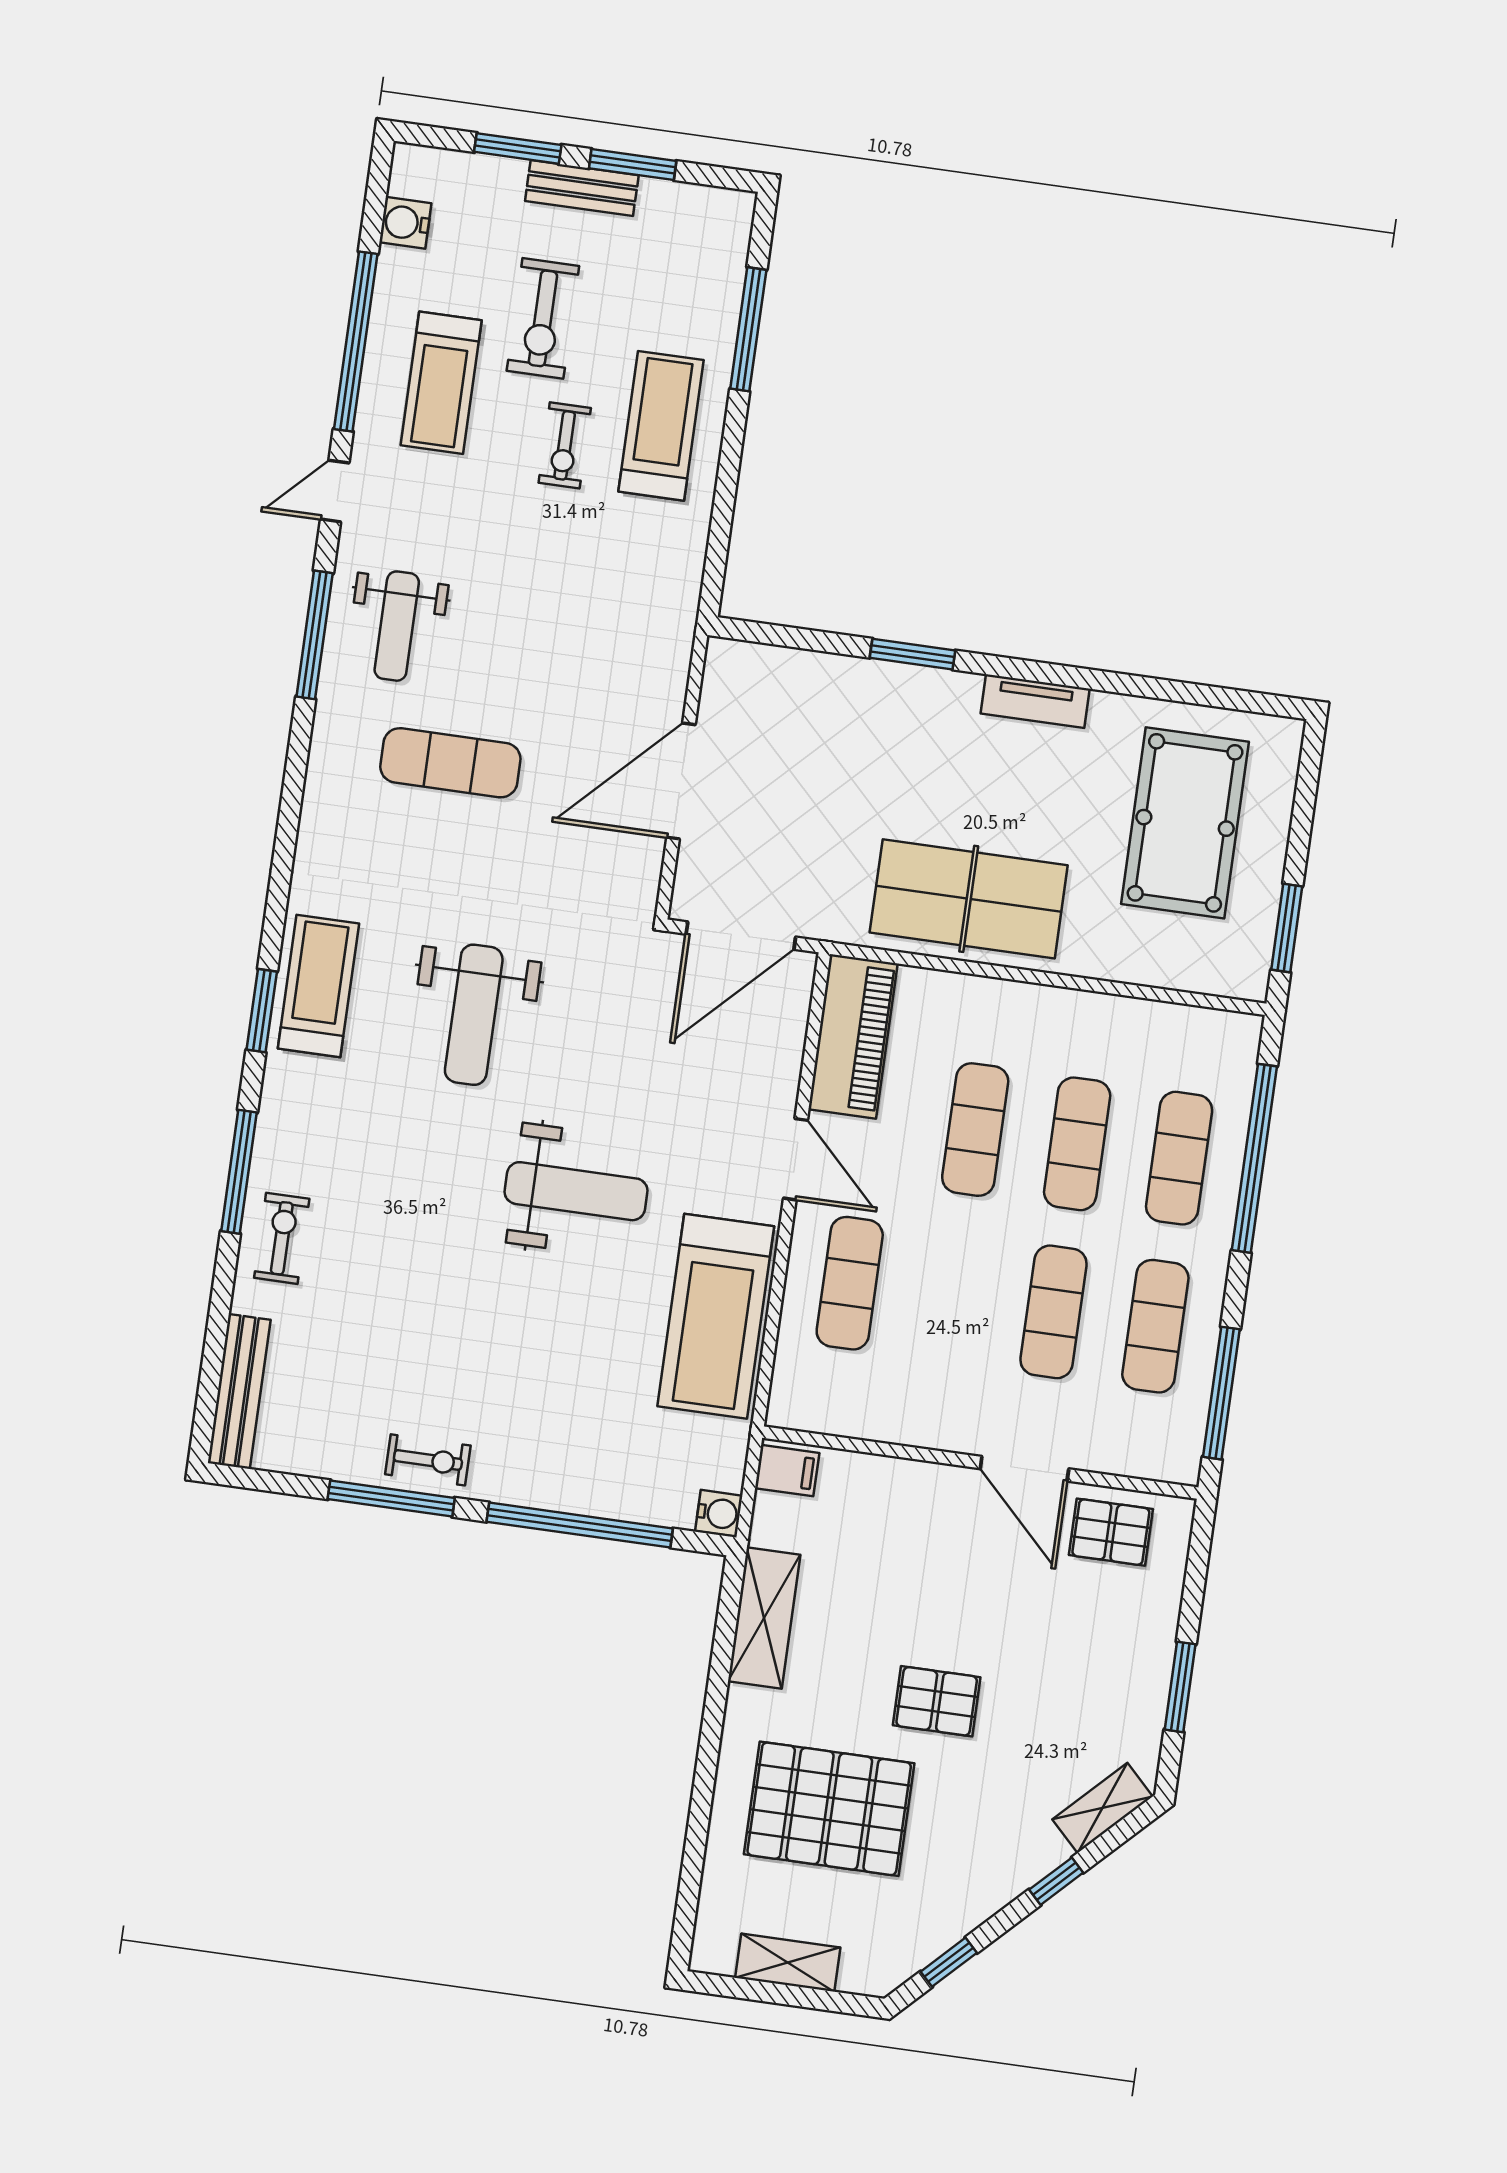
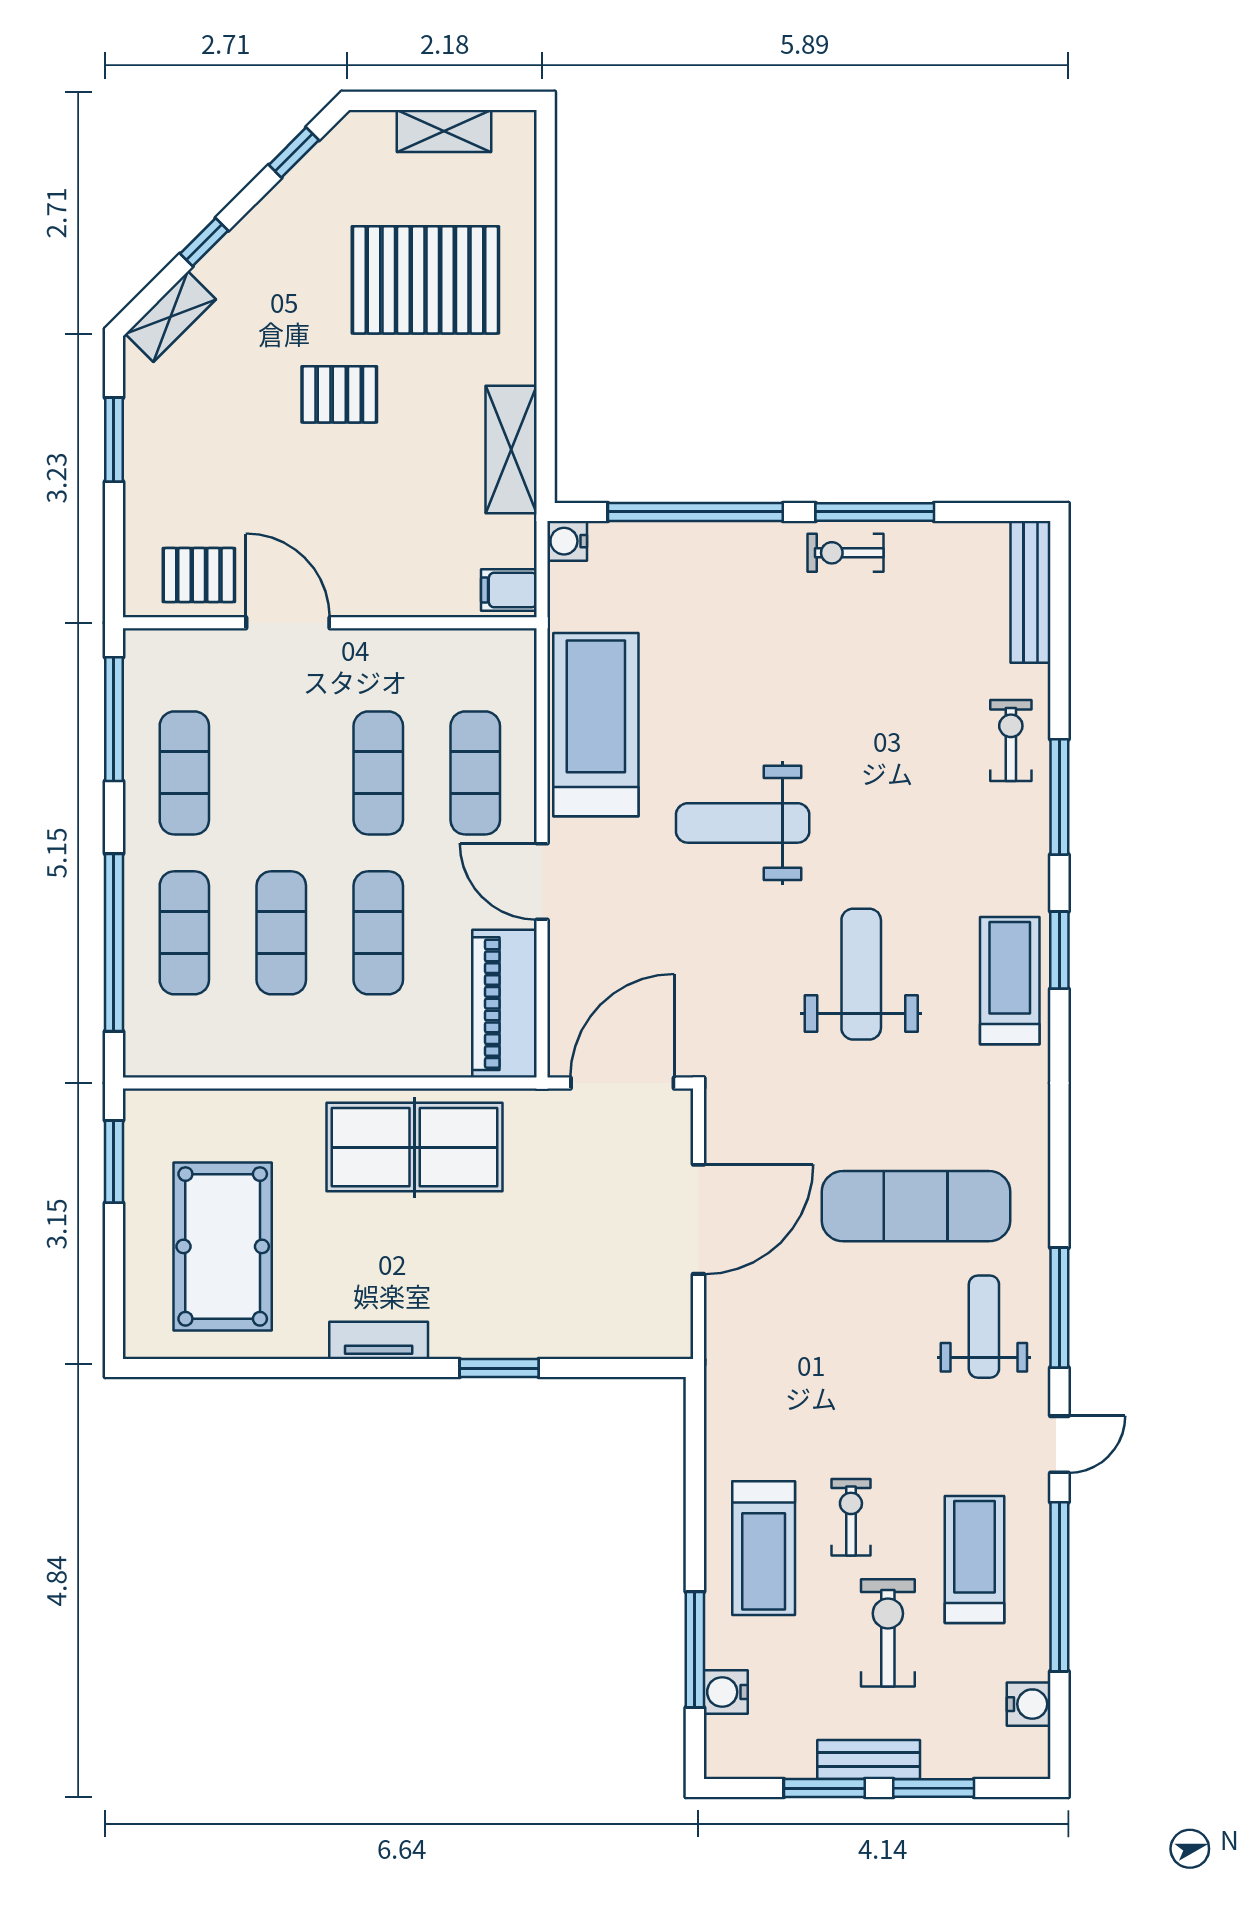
water cooler: (722, 280) -> (726, 1692), added
exercise mat: (450, 763) -> (916, 1206), width x1.36, depth x1.45
treadmill: (318, 986) -> (1010, 981), turned 180
exercise bike: (282, 1238) -> (1011, 740), turned 180
exercise mat: (1053, 1312) -> (378, 773), moved

